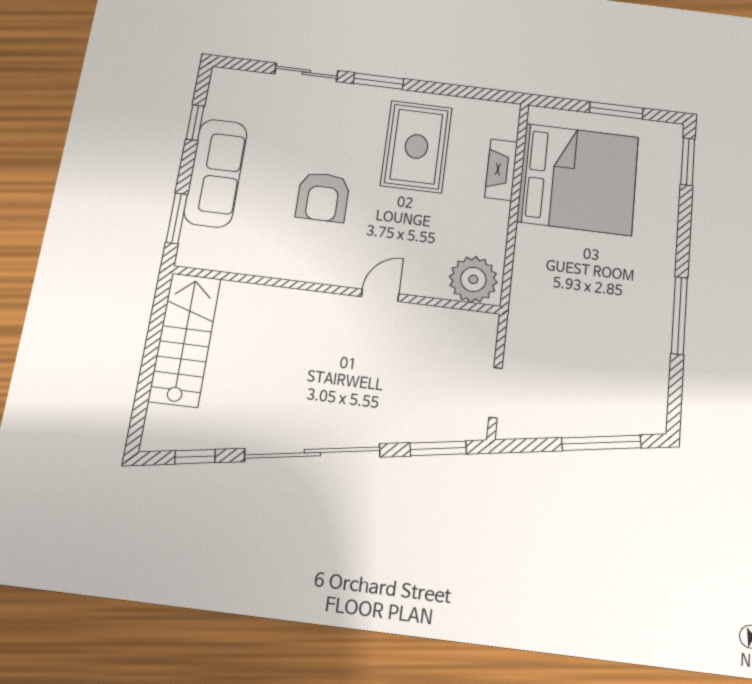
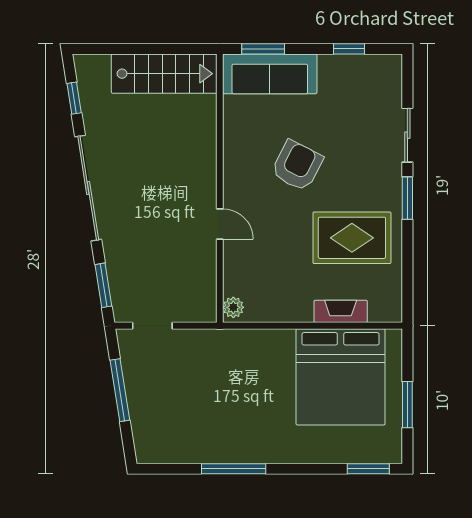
sofa: (216, 173) -> (270, 74), moved
armchair: (323, 197) -> (297, 166), turned 117
plant: (473, 279) -> (233, 307), width x0.53, depth x0.53
window: (601, 443) -> (120, 390), moved

